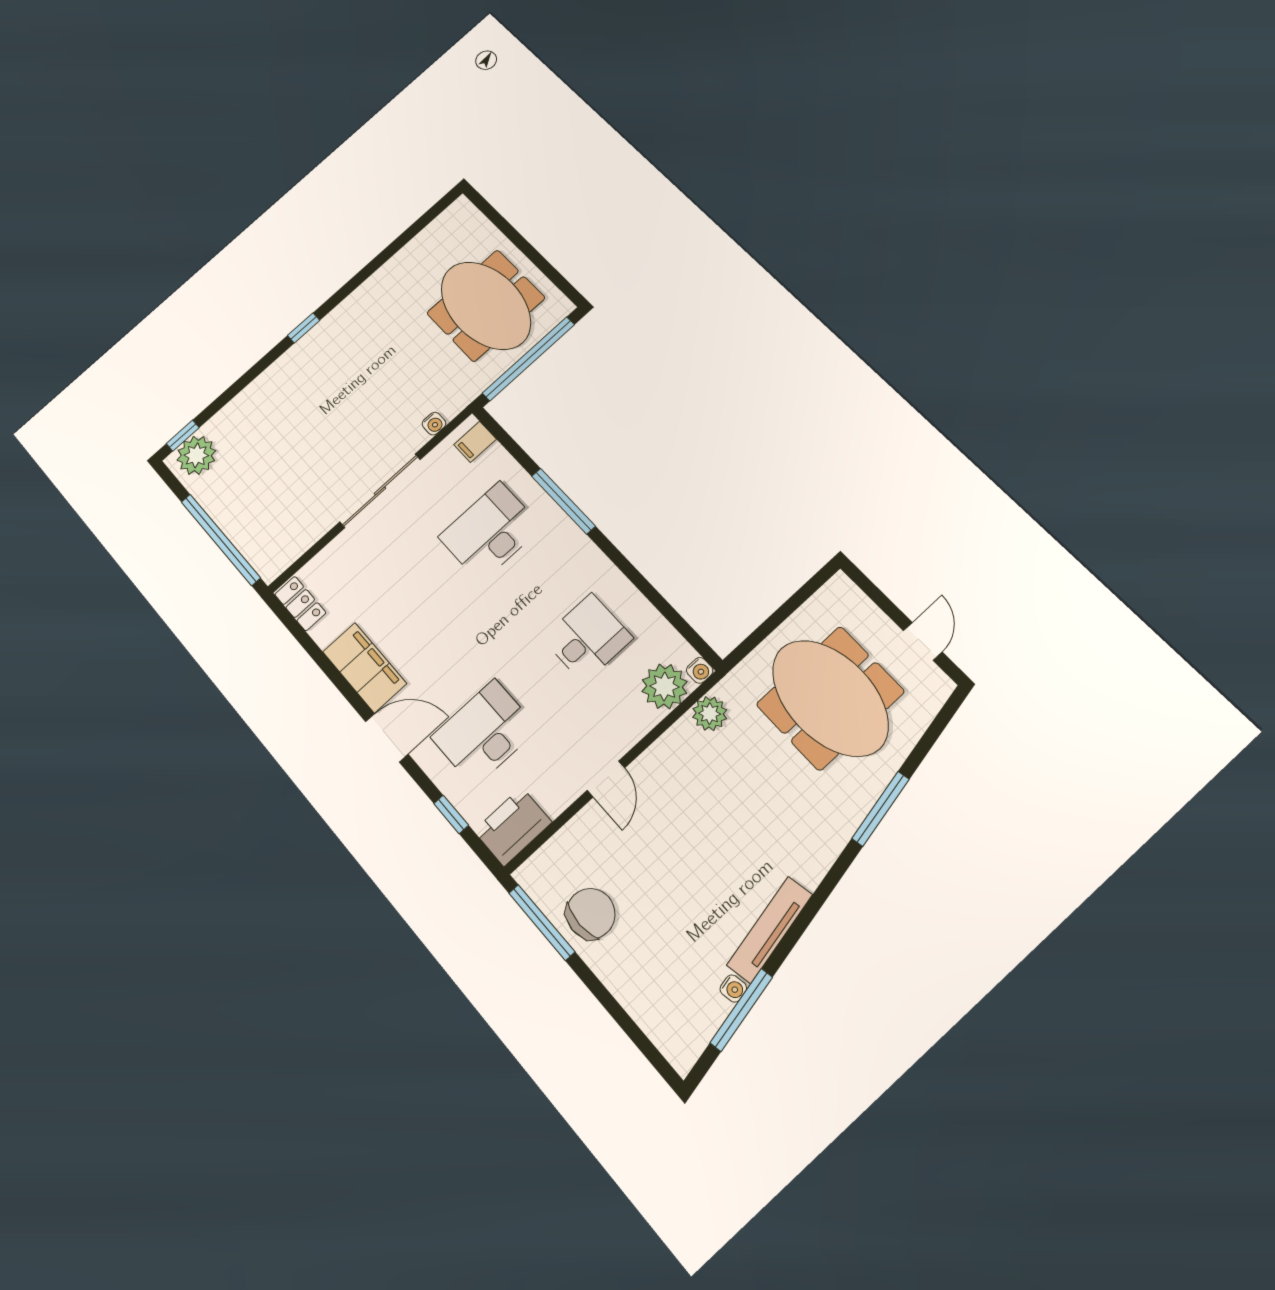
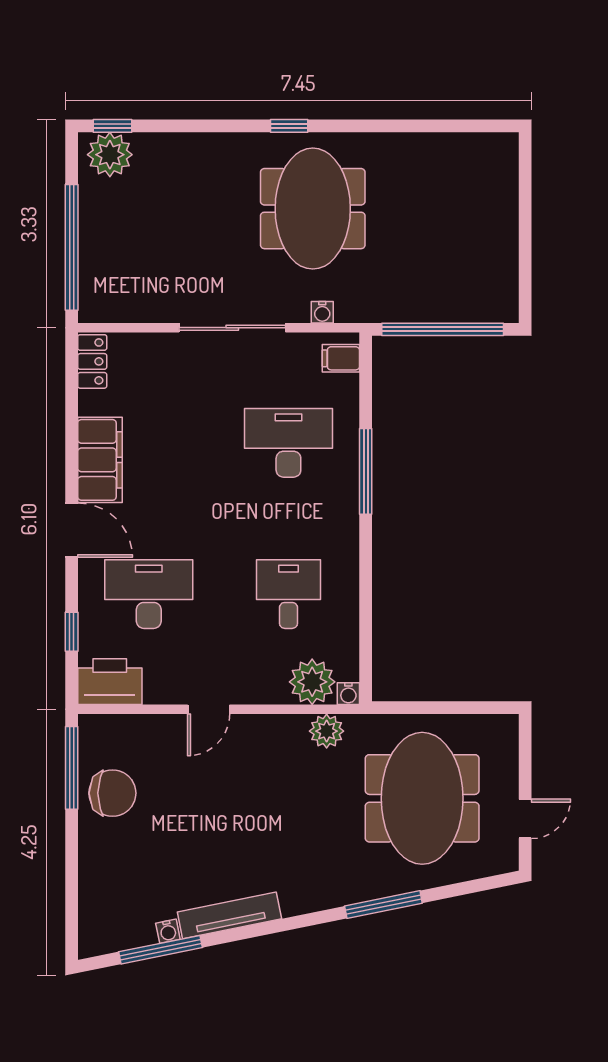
meeting table: (486, 306) -> (313, 209), moved
desk: (588, 638) -> (288, 594), turned -90

